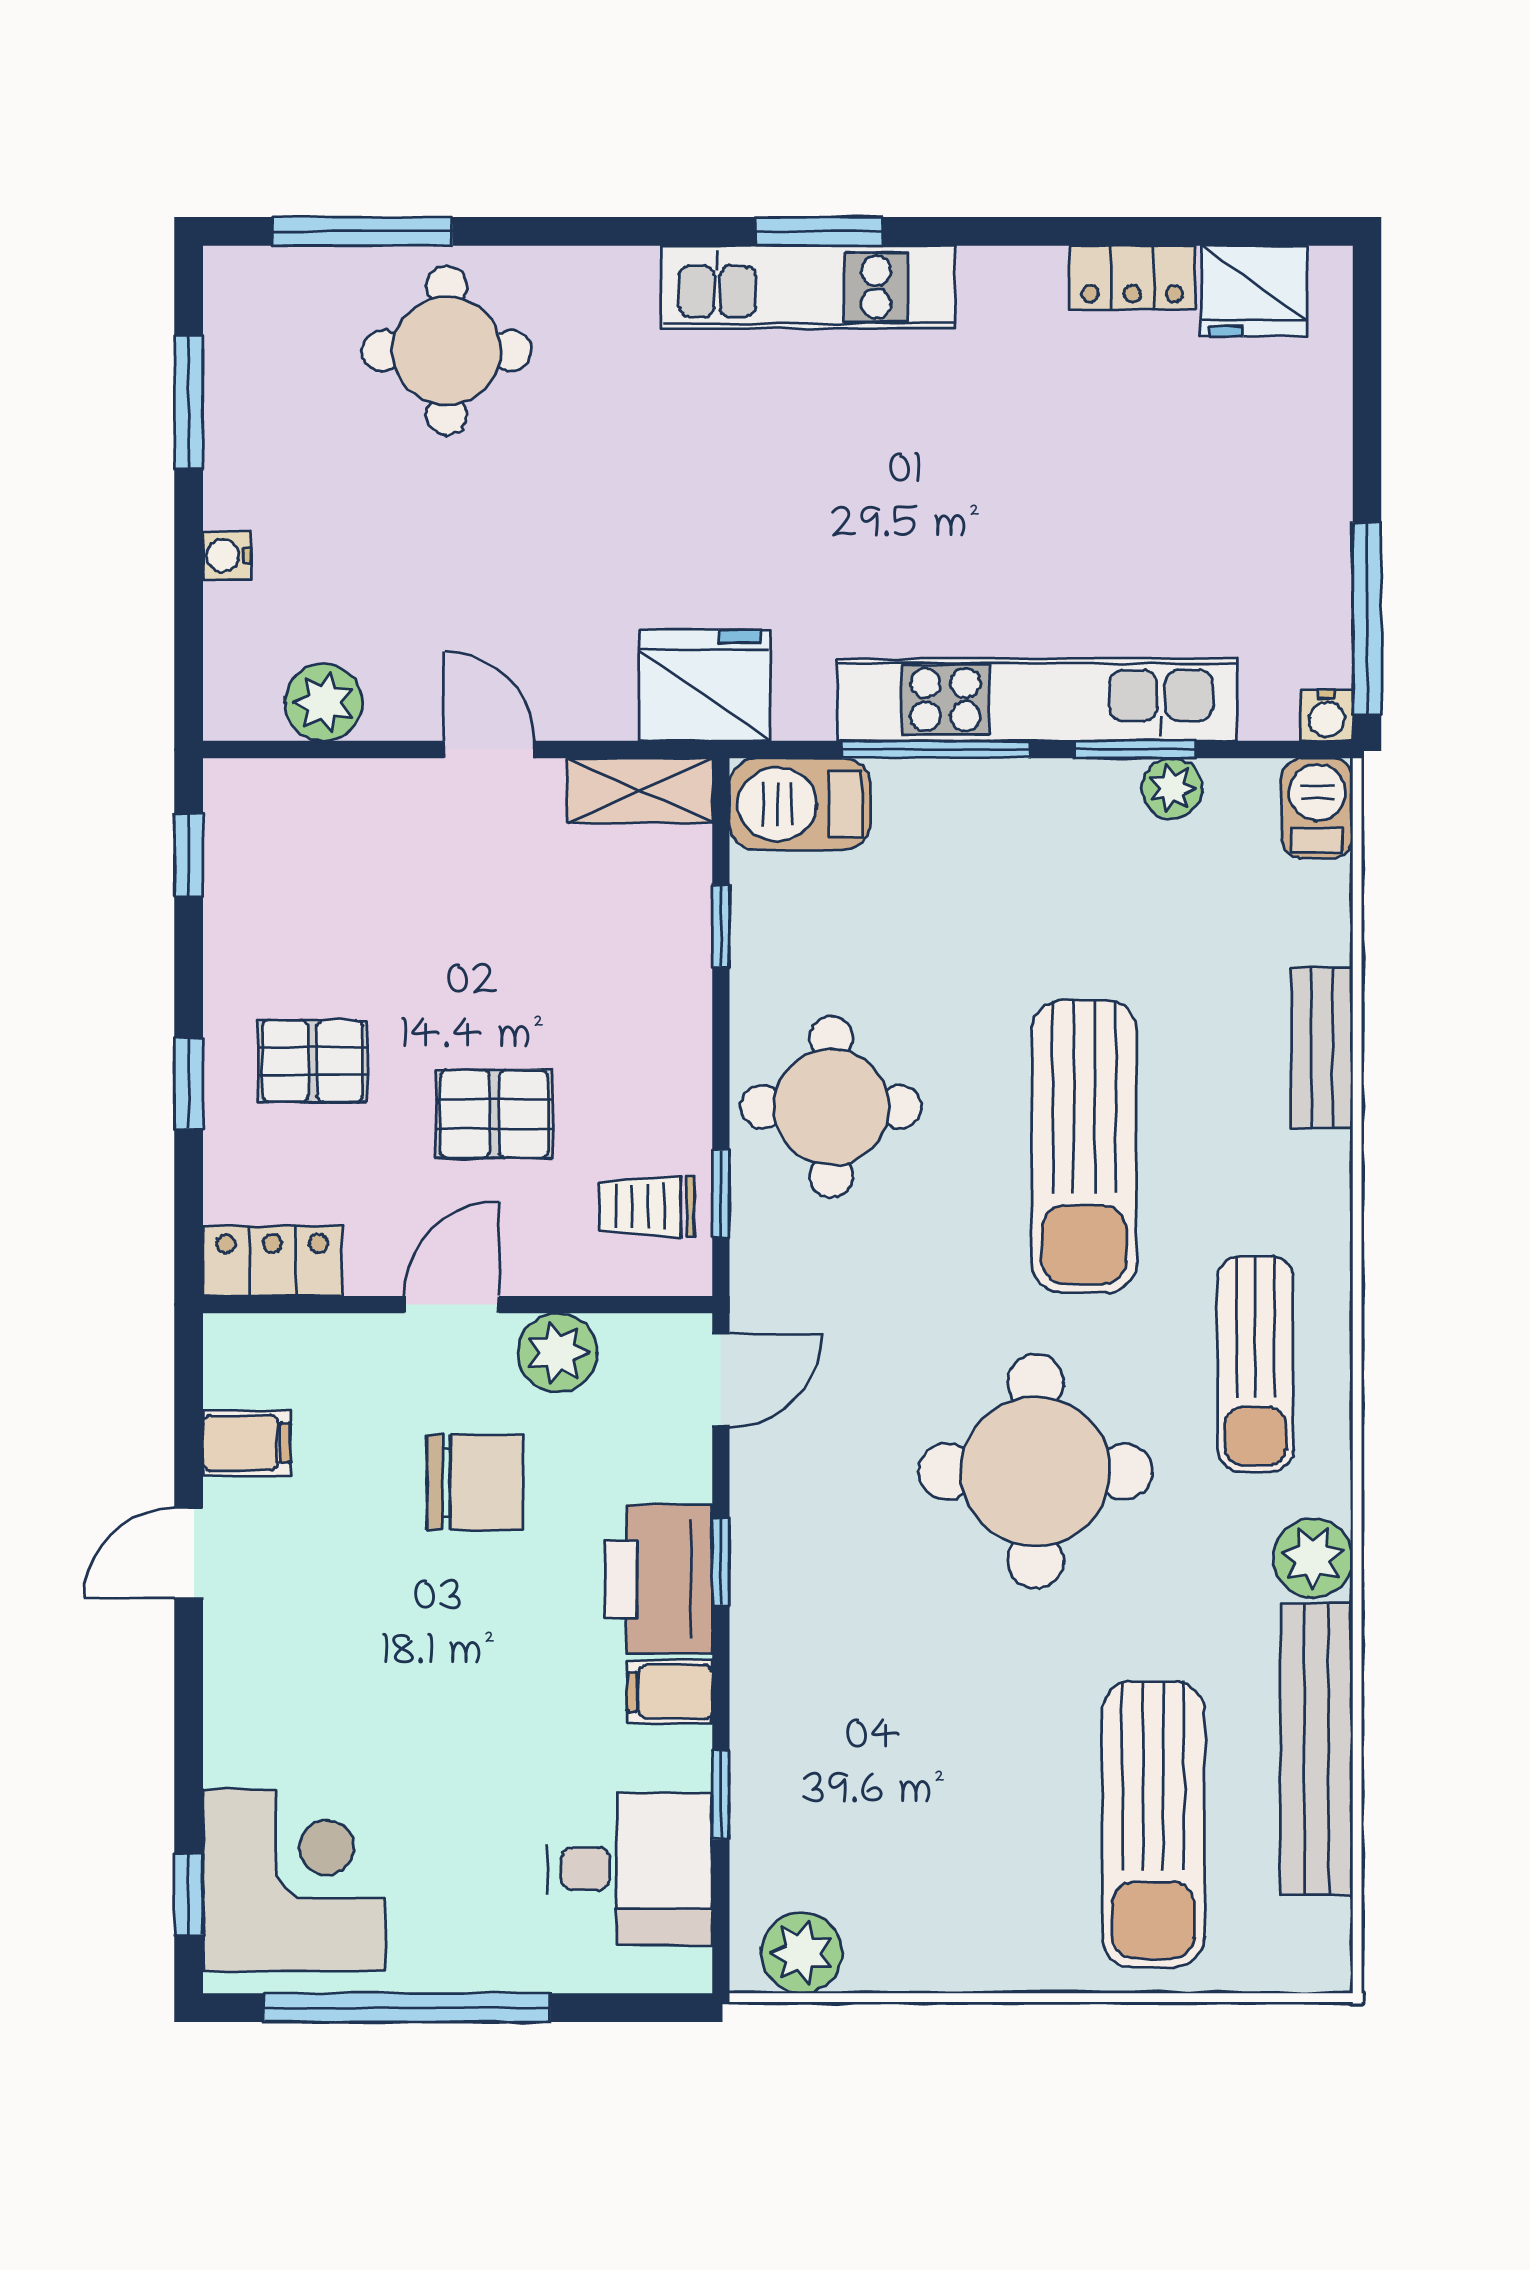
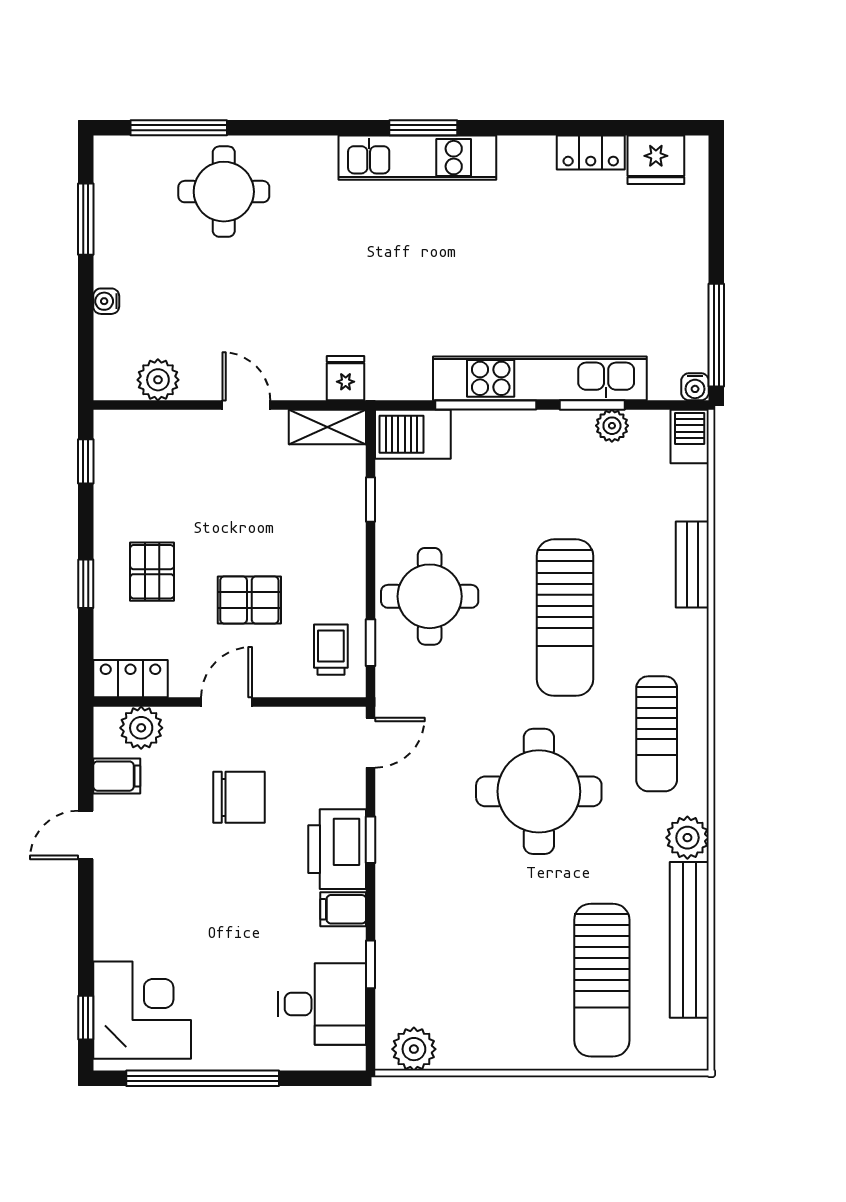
fridge: (705, 685) -> (346, 378), width x0.53, depth x0.75
pallet: (313, 1061) -> (152, 572), turned 90
trolley: (647, 1207) -> (331, 650), turned 90
plant: (558, 1353) -> (141, 728), moved

